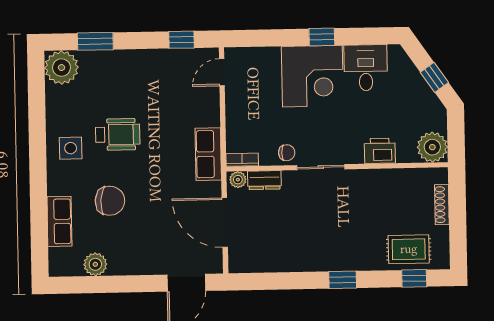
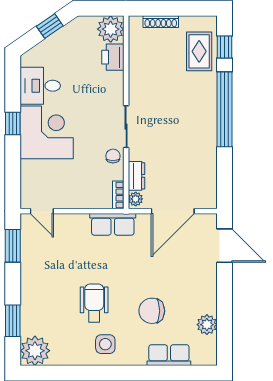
window: (182, 40) -> (13, 246), width x1.50
printer: (380, 151) -> (113, 57), moved
chair: (110, 201) -> (152, 311), turned -94
window: (343, 280) -> (225, 109), width x3.17

